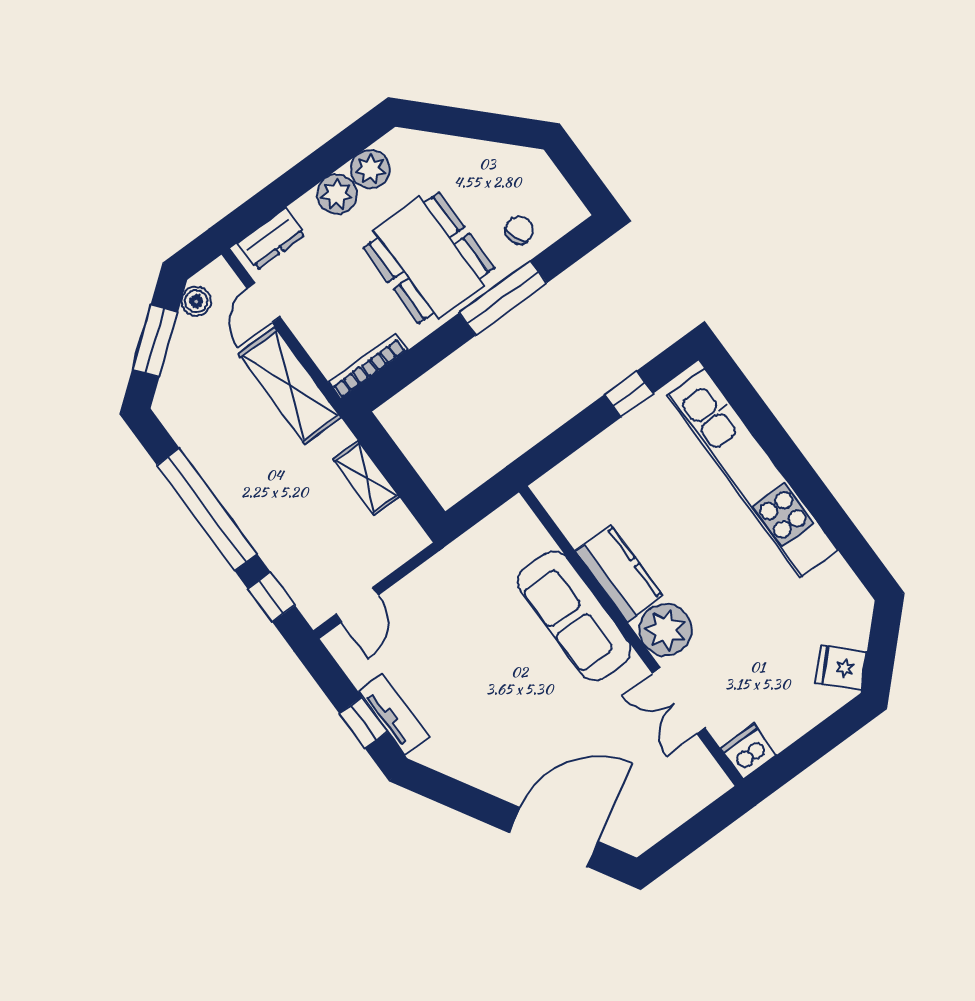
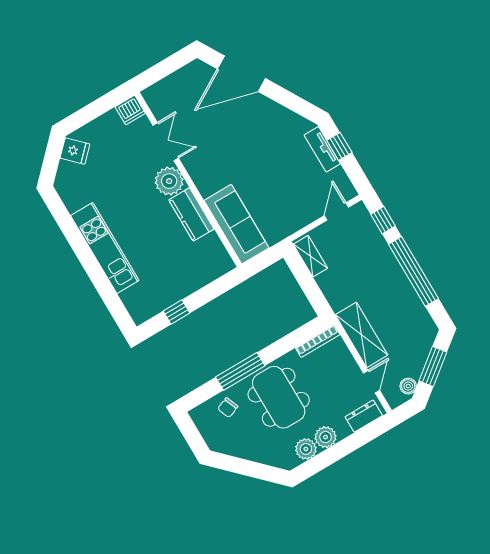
kitchen unit: (752, 473) -> (105, 248), width x0.73
shelving: (366, 478) -> (310, 256), moved
sofa: (574, 616) -> (236, 224), moved

